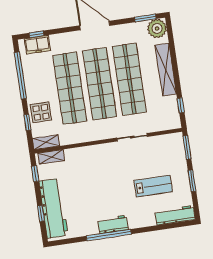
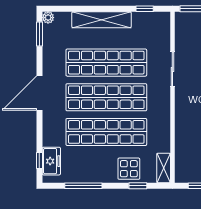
plant: (157, 28) -> (48, 18), width x0.53, depth x0.53
window: (20, 75) -> (83, 186), width x0.68
shelving: (51, 157) -> (181, 164), removed

